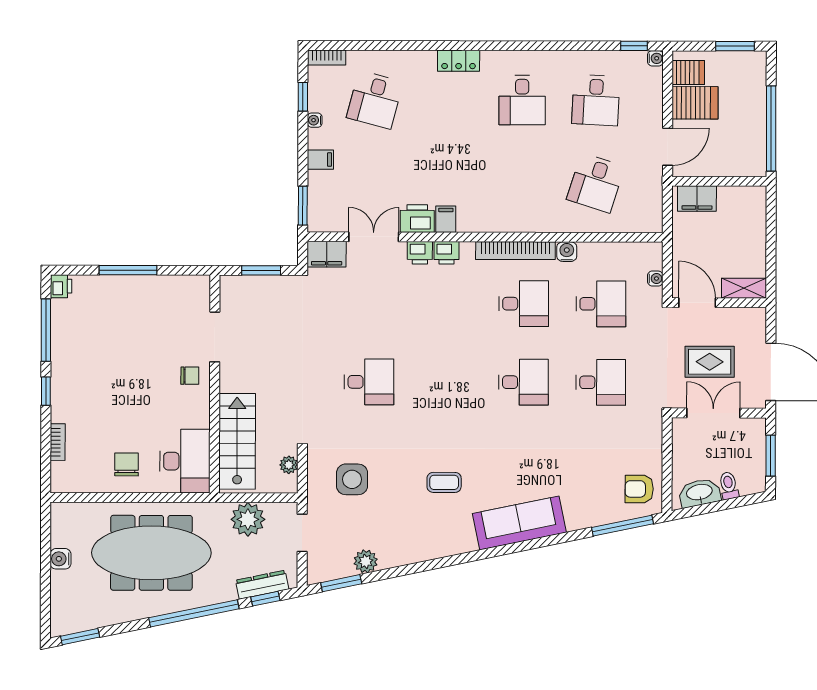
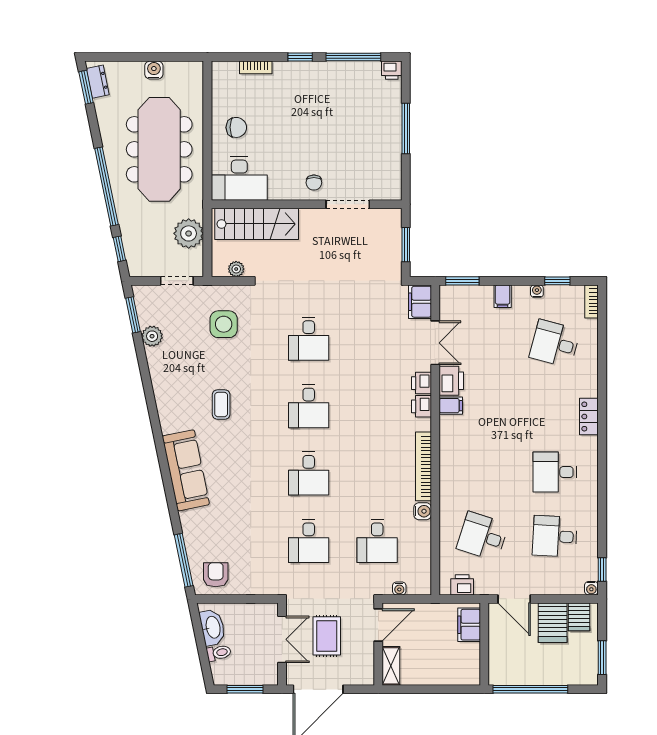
printer: (651, 206) -> (462, 585), added
desk: (524, 304) -> (309, 406), moved
dresser: (262, 585) -> (98, 82), moved, width x0.70

